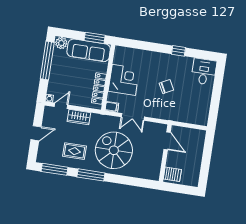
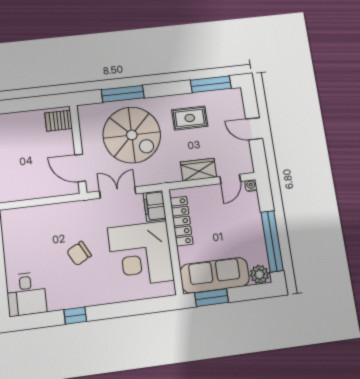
corner desk: (124, 80) -> (141, 254), width x1.36, depth x1.36
filing cabinet: (112, 107) -> (155, 206), width x2.00
door: (36, 133) -> (254, 129), hinge flipped
door: (167, 141) -> (80, 168), moved
wall: (165, 153) -> (78, 149), moved
server rack: (172, 174) -> (59, 121), moved
window: (91, 175) -> (123, 94), moved

